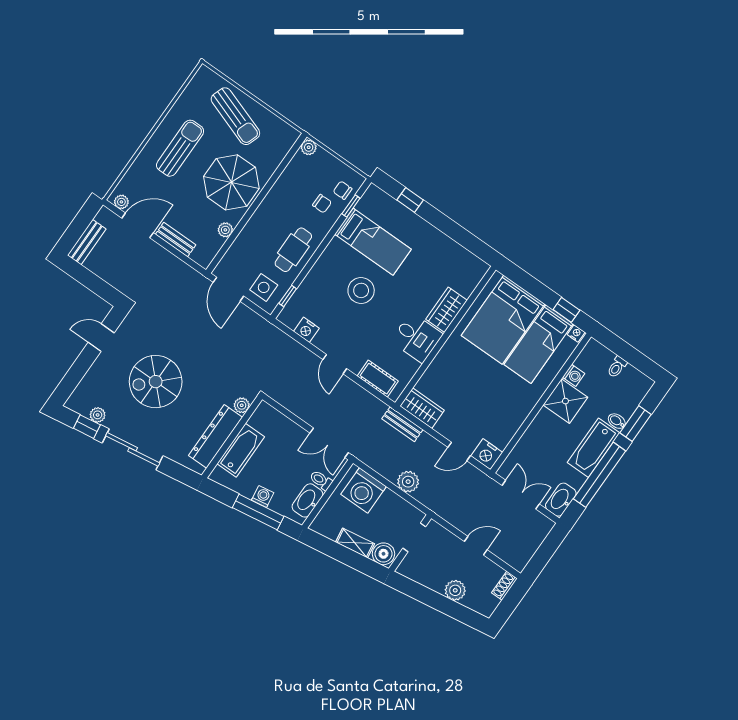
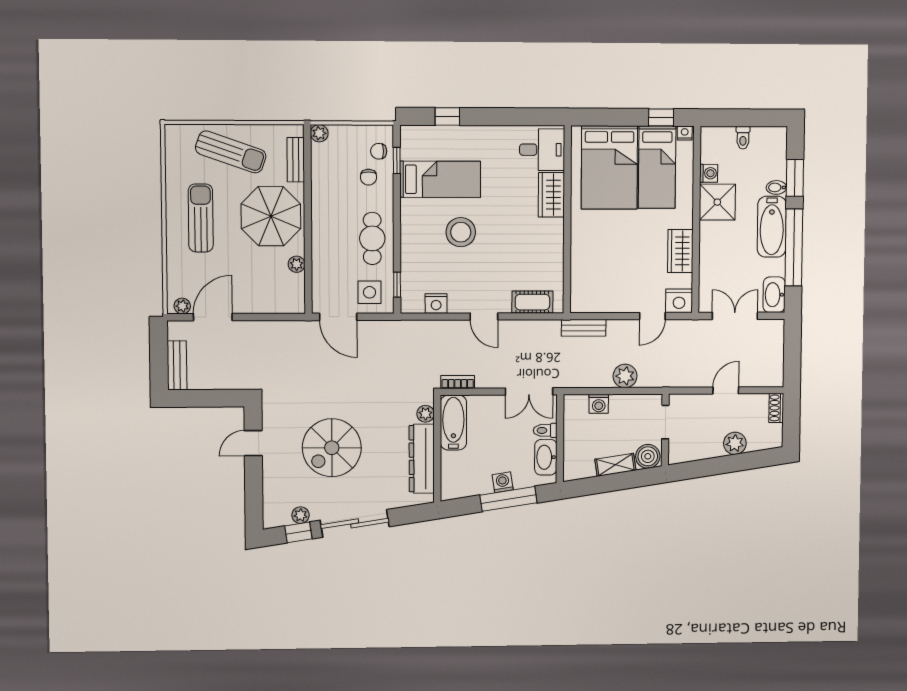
chair: (322, 204) -> (369, 177), turned 90
bench: (176, 240) -> (296, 160), moved, turned 90
desk: (417, 338) -> (542, 150), moved
bookcase: (282, 399) -> (458, 382), added
wardrobe: (422, 408) -> (680, 251), moved, turned -90
bathtub: (241, 450) -> (453, 423), moved
washing machine: (364, 490) -> (599, 404), width x0.53, depth x0.53

